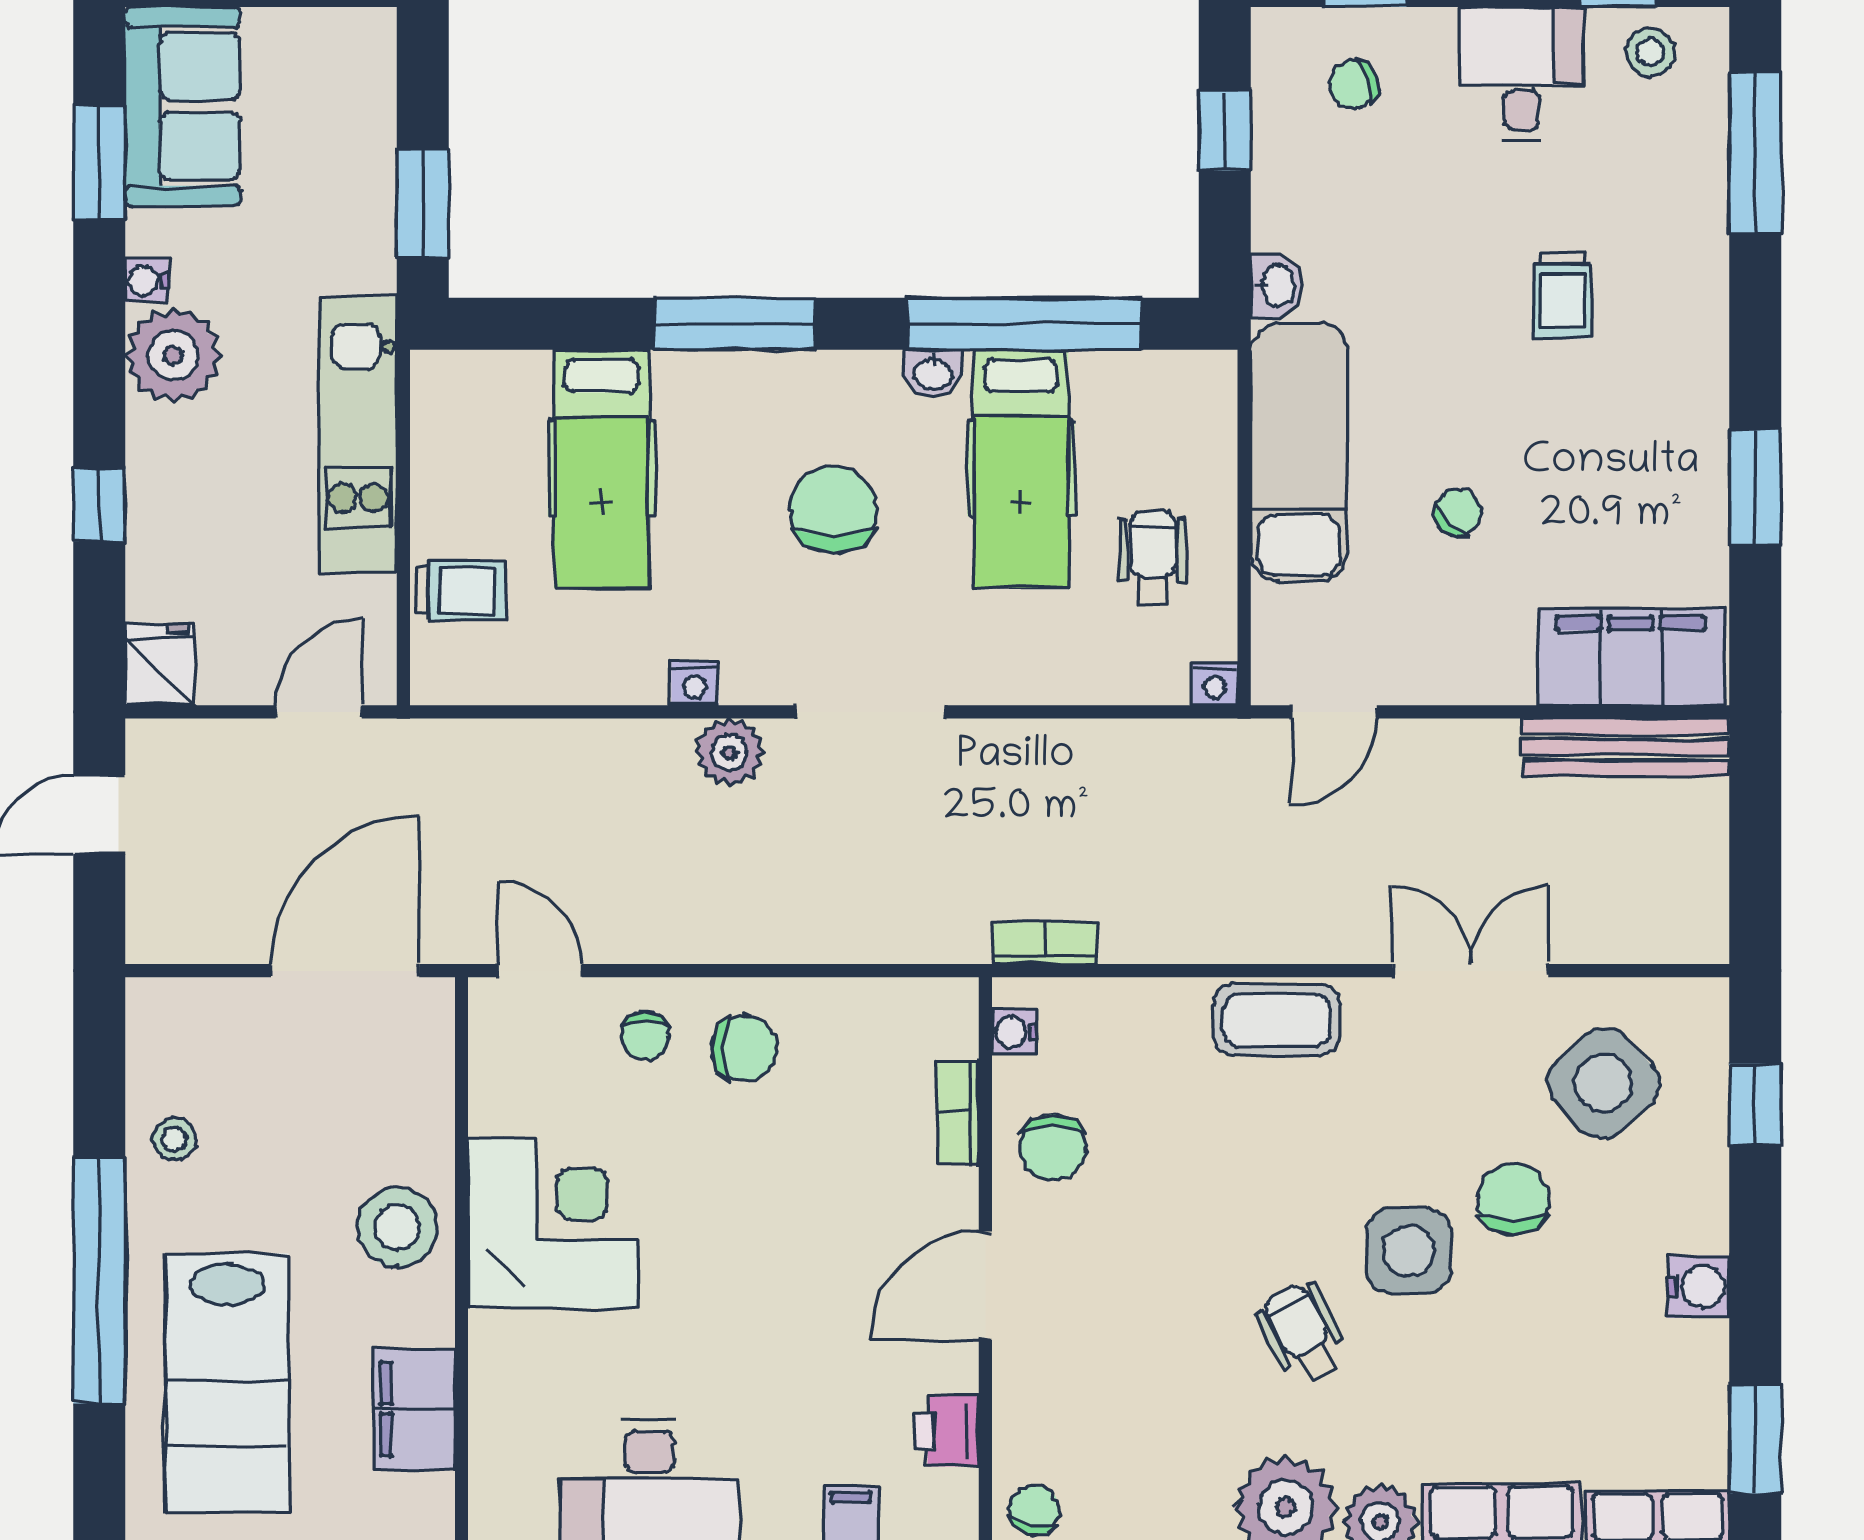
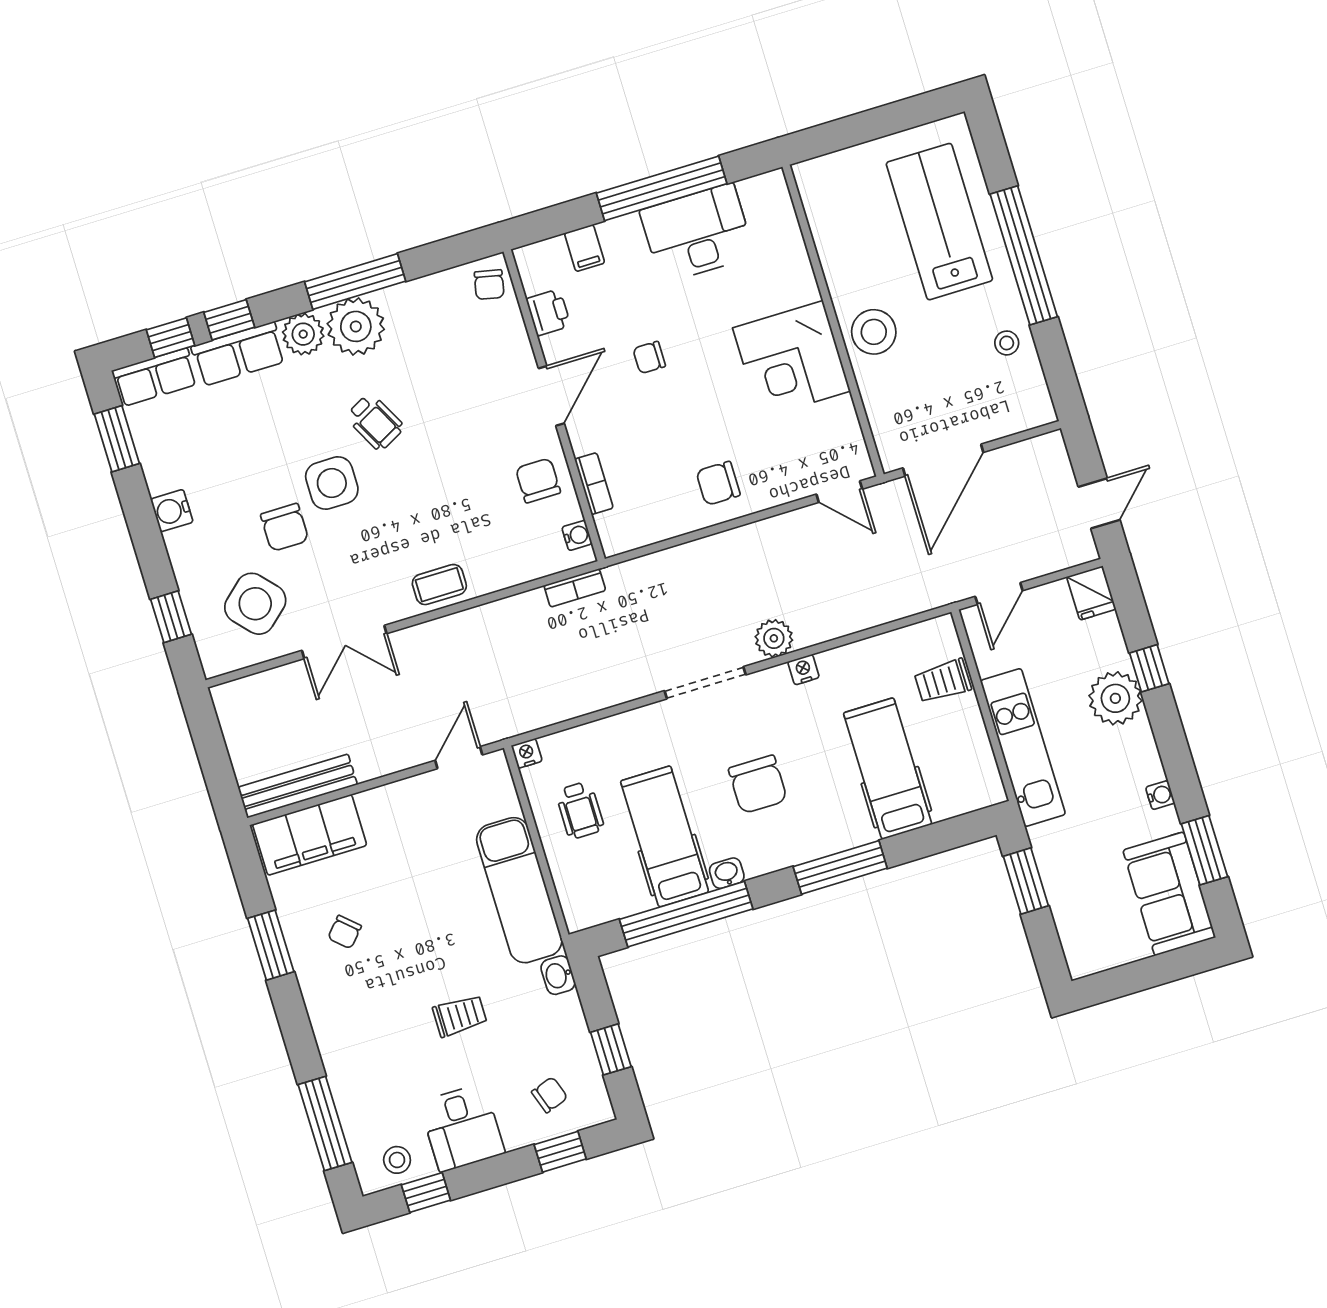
trolley: (1562, 295) -> (460, 1016), moved, turned 90
plant: (173, 355) -> (1115, 698), moved
chair: (1458, 512) -> (345, 932), moved
coffee table: (1277, 1020) -> (439, 585), width x0.73, depth x0.77
chair: (645, 1036) -> (649, 357), moved, turned -90
filing cabinet: (414, 1409) -> (835, 238), removed

